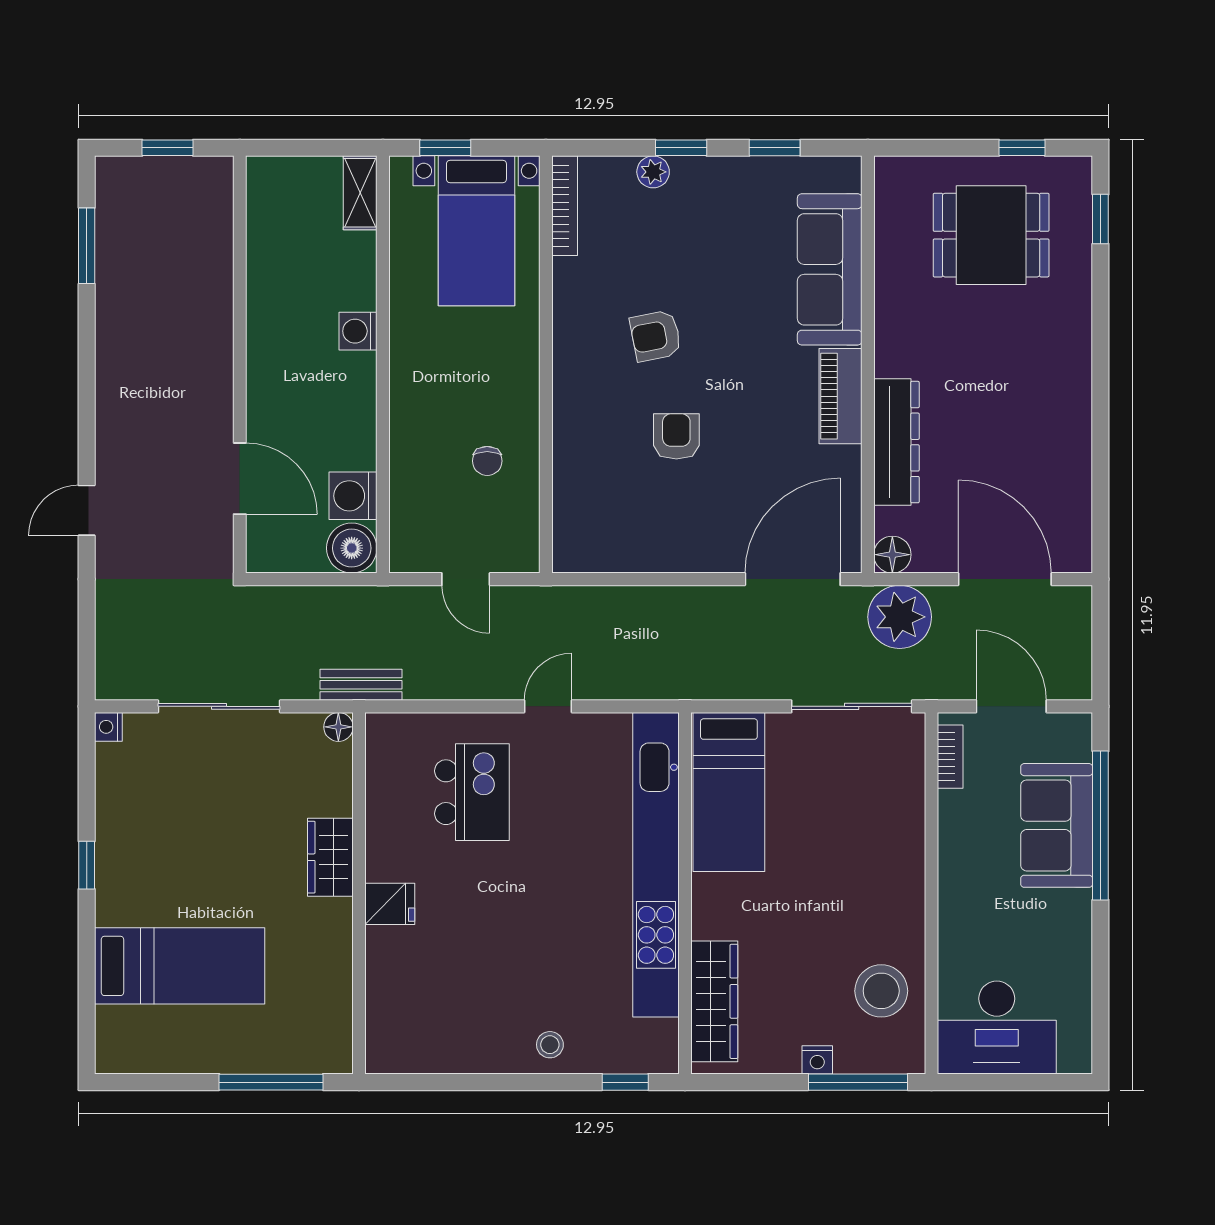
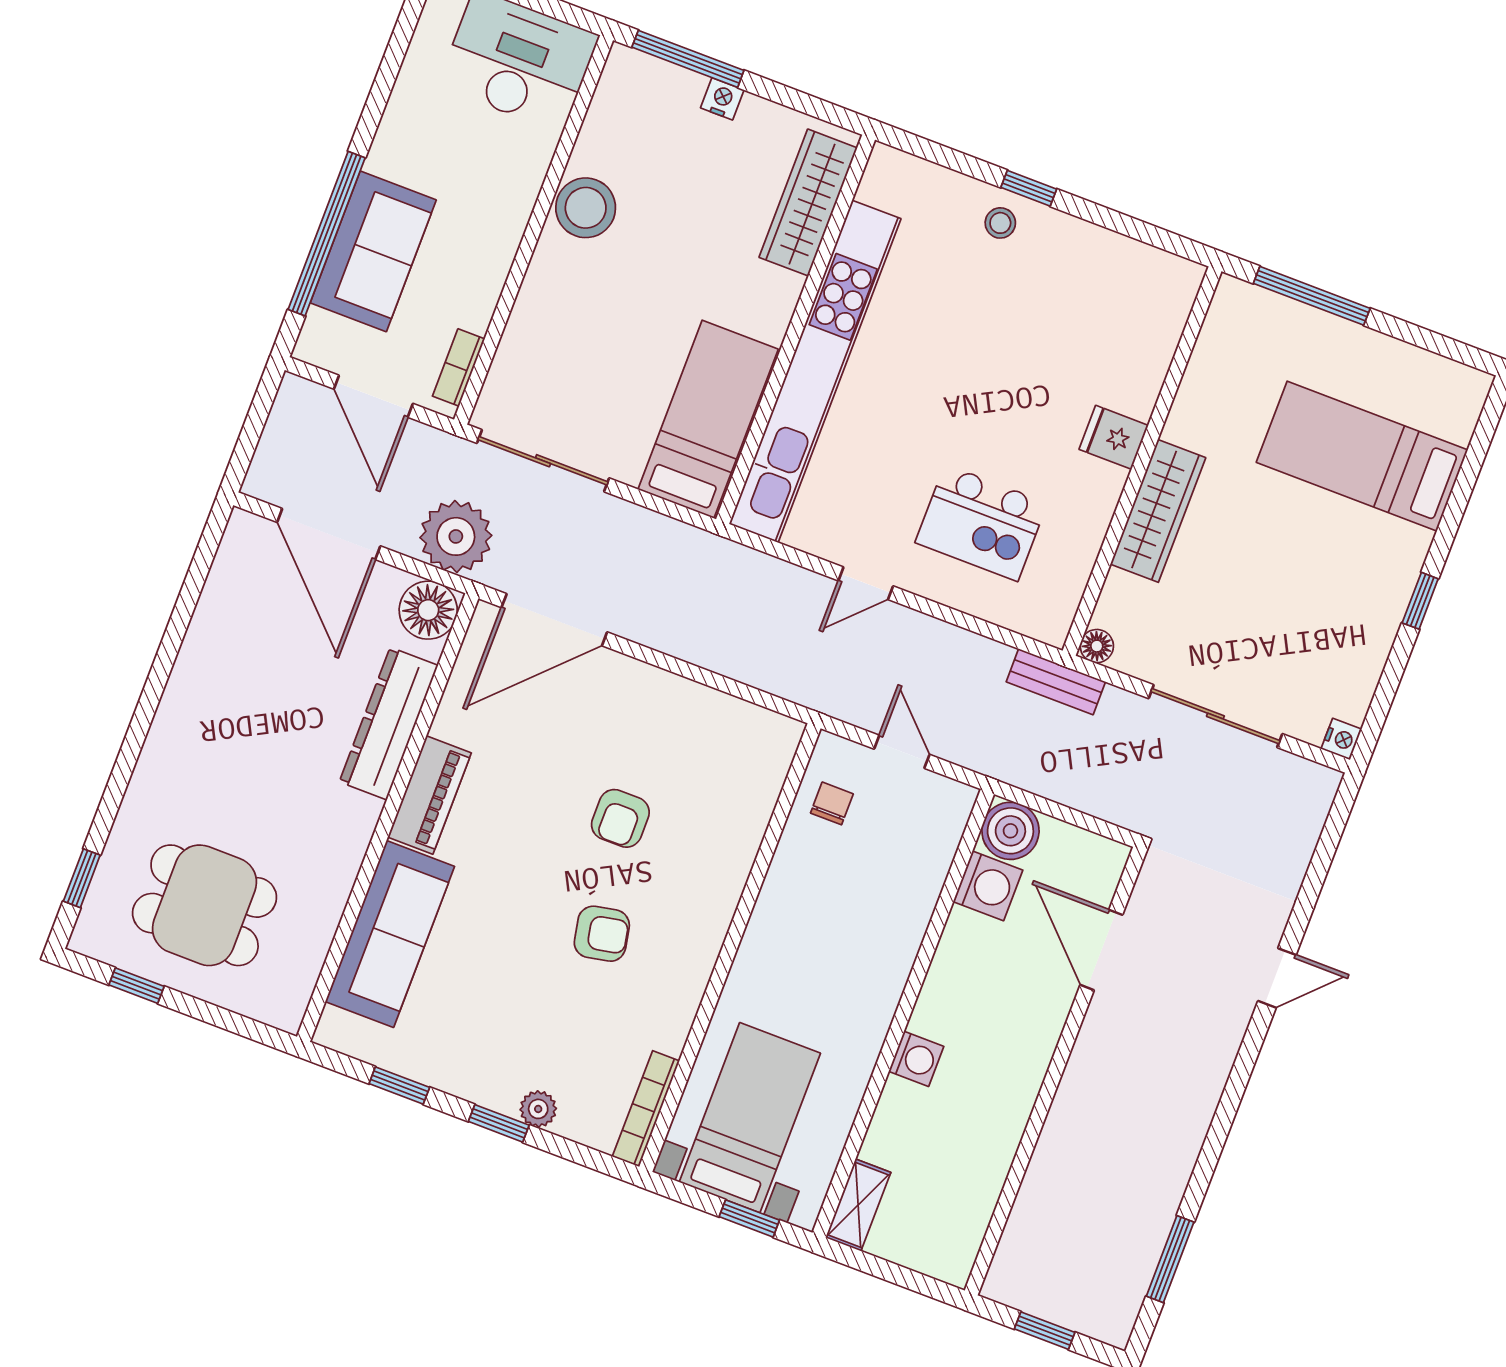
chair: (487, 461) -> (832, 803), moved
floor lamp: (892, 555) -> (428, 610), width x1.38, depth x1.38
kitchen island: (472, 792) -> (981, 523), turned -90
wardrobe: (330, 857) -> (1158, 511), width x1.50
stool: (881, 991) -> (586, 208), moved
window: (625, 1082) -> (1029, 188), moved

